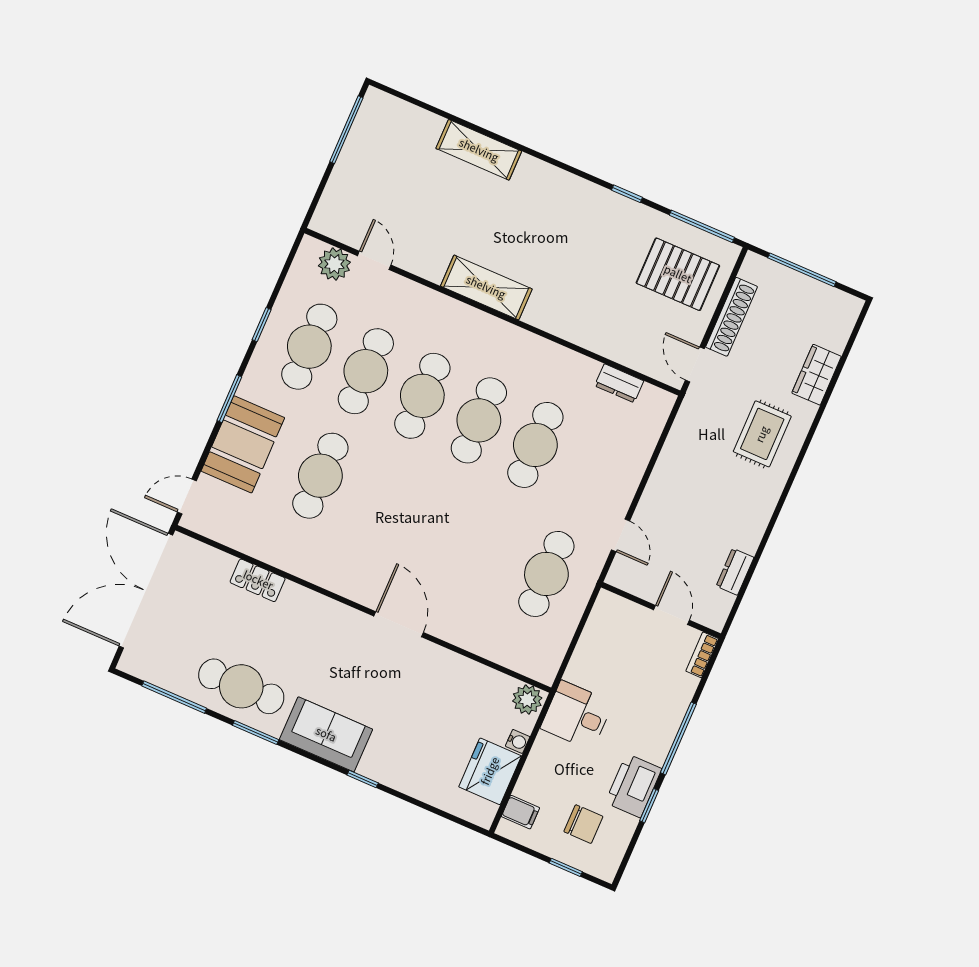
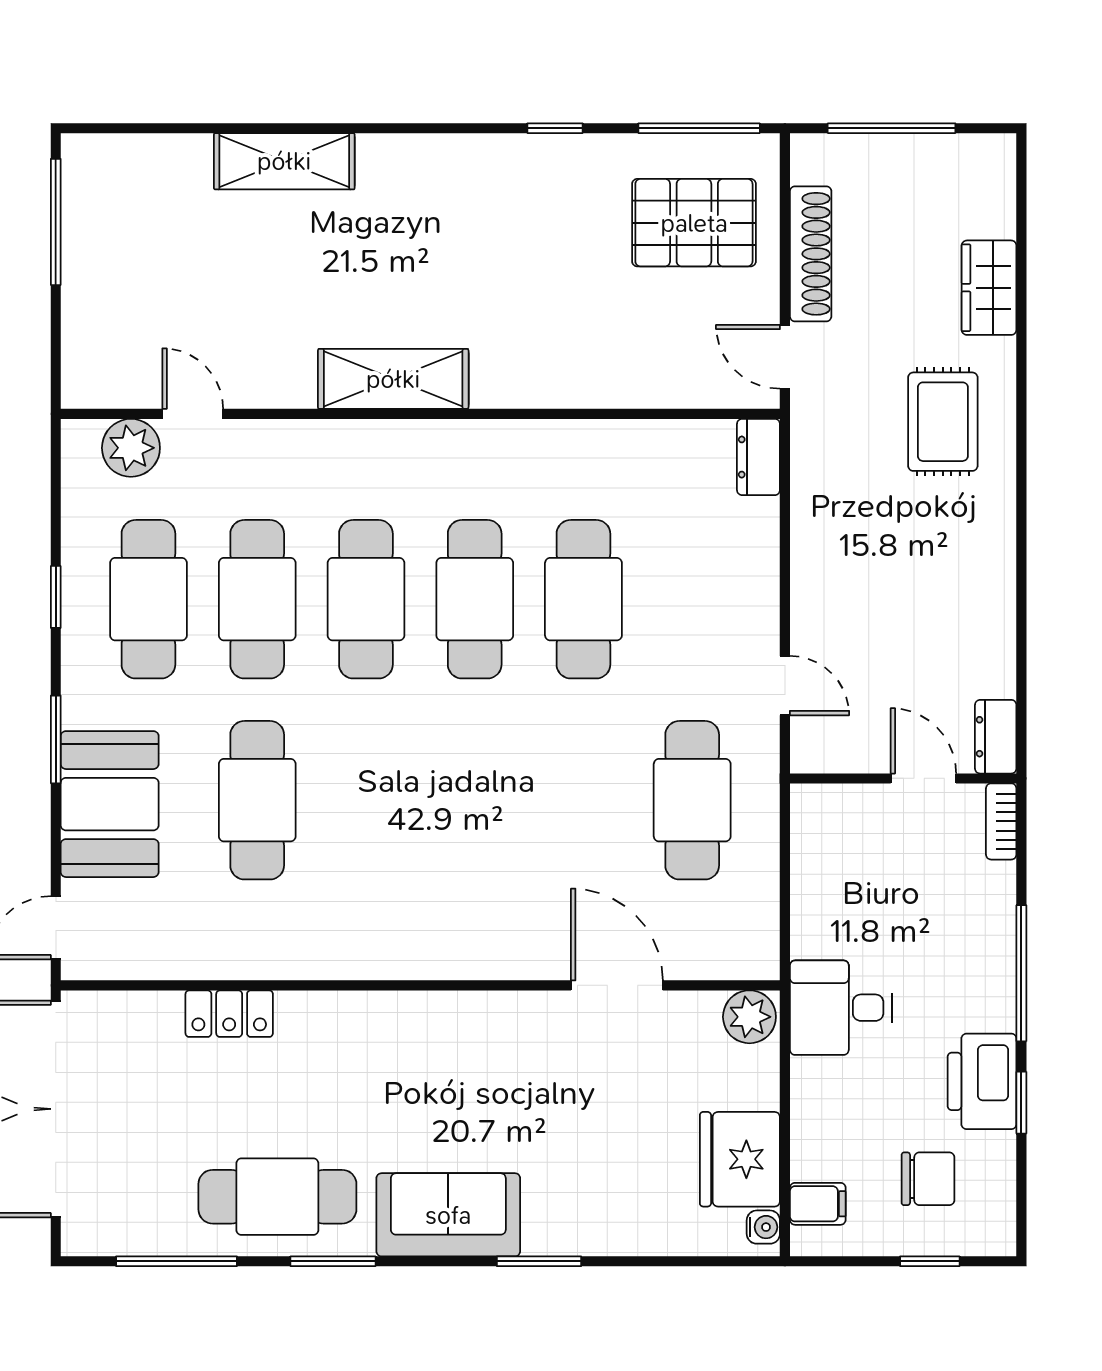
dresser: (619, 383) -> (758, 457), moved, turned 90
dresser: (735, 572) -> (996, 737), moved
door: (399, 624) -> (617, 985), moved
water cooler: (518, 741) -> (763, 1227), moved
window: (363, 779) -> (539, 1261), width x1.50

